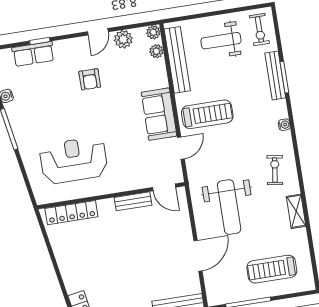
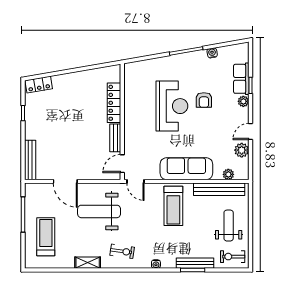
door: (98, 32) -> (251, 131), hinge flipped
plant: (153, 32) -> (243, 101), moved
armchair: (90, 79) -> (204, 100), moved, turned -90
sofa: (159, 114) -> (186, 169), width x1.36
door: (181, 148) -> (135, 181), moved
reception desk: (74, 160) -> (172, 106), moved
locker: (71, 213) -> (114, 103), moved

